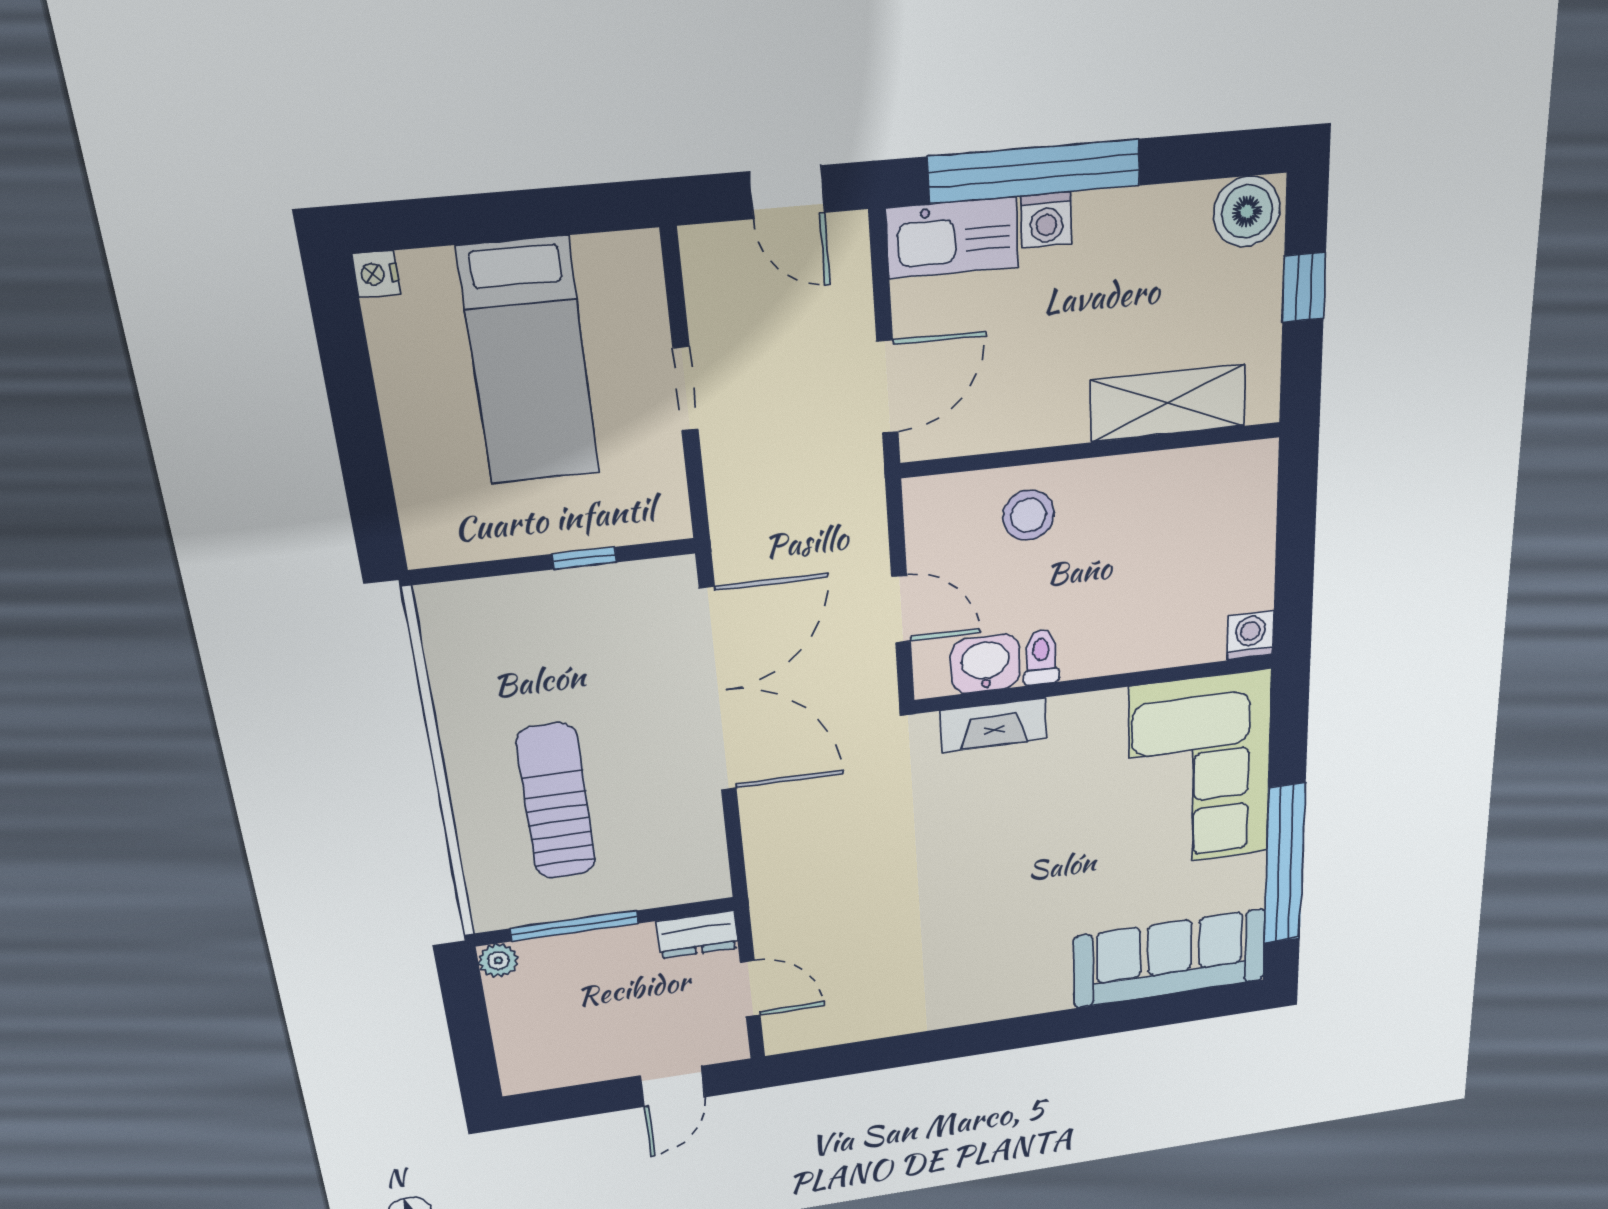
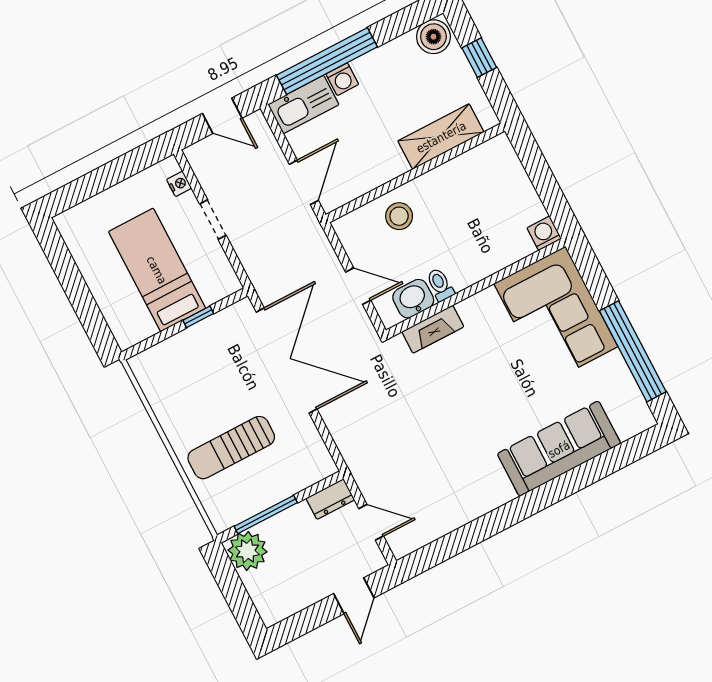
nightstand: (376, 274) -> (179, 184), moved, turned 180
bed: (529, 362) -> (157, 270), moved, turned 180
sun lounger: (556, 802) -> (231, 448), turned -90
sofa: (1170, 958) -> (559, 449), moved
plant: (498, 960) -> (247, 551), width x1.87, depth x1.87

